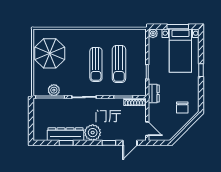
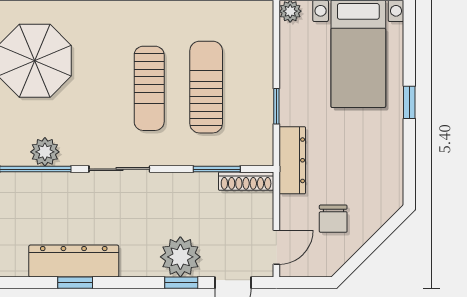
sun lounger: (119, 64) -> (206, 87), turned 180
dresser: (154, 94) -> (292, 160), width x1.44
chair: (182, 108) -> (333, 219), moved
door: (147, 129) -> (276, 247), hinge flipped
plant: (93, 133) -> (180, 257), moved

